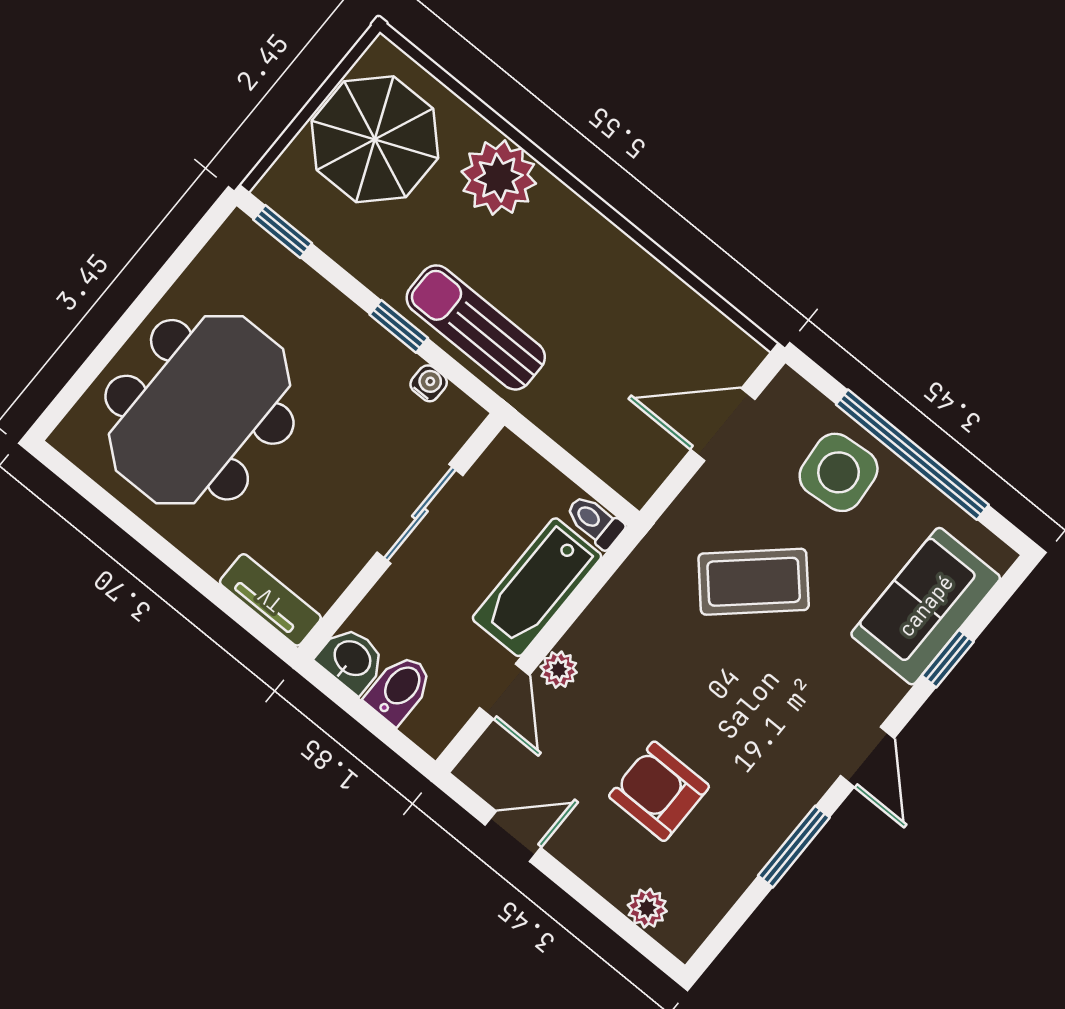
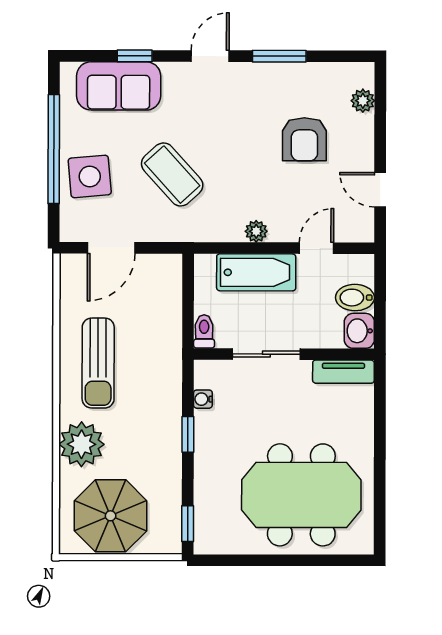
sun lounger: (476, 327) -> (98, 363), moved
door: (723, 424) -> (111, 248), hinge flipped
toilet: (595, 522) -> (204, 331), moved, turned 180
tv unit: (270, 600) -> (343, 372), moved, turned -90
plant: (559, 670) -> (256, 231), moved

